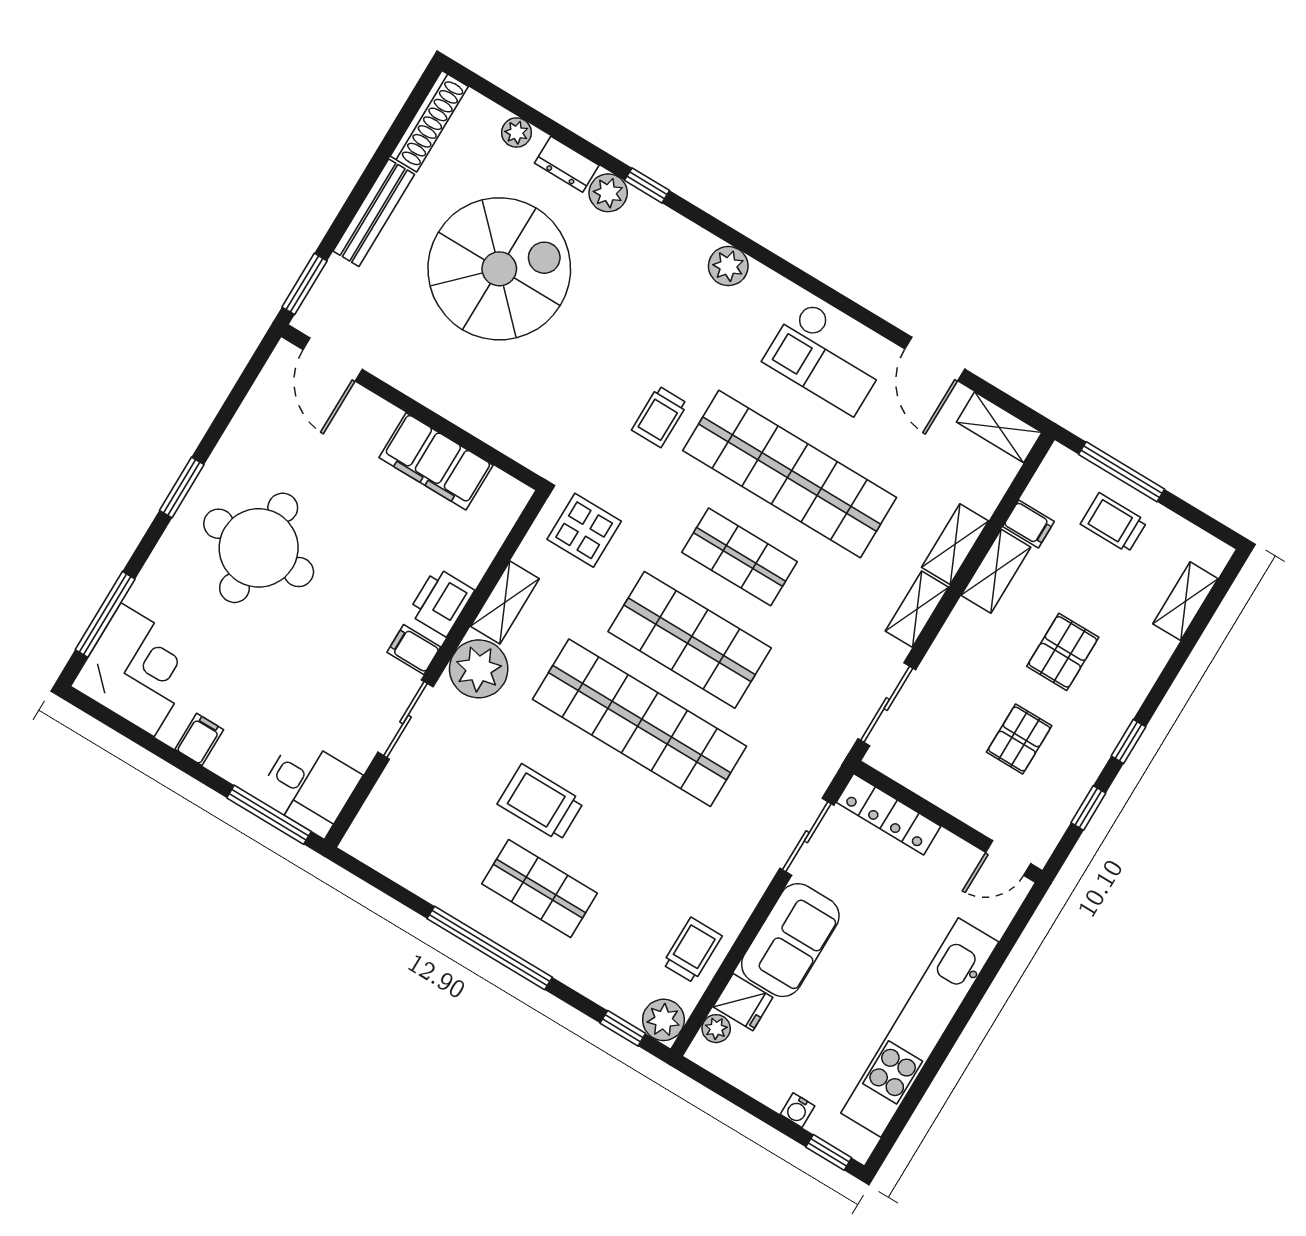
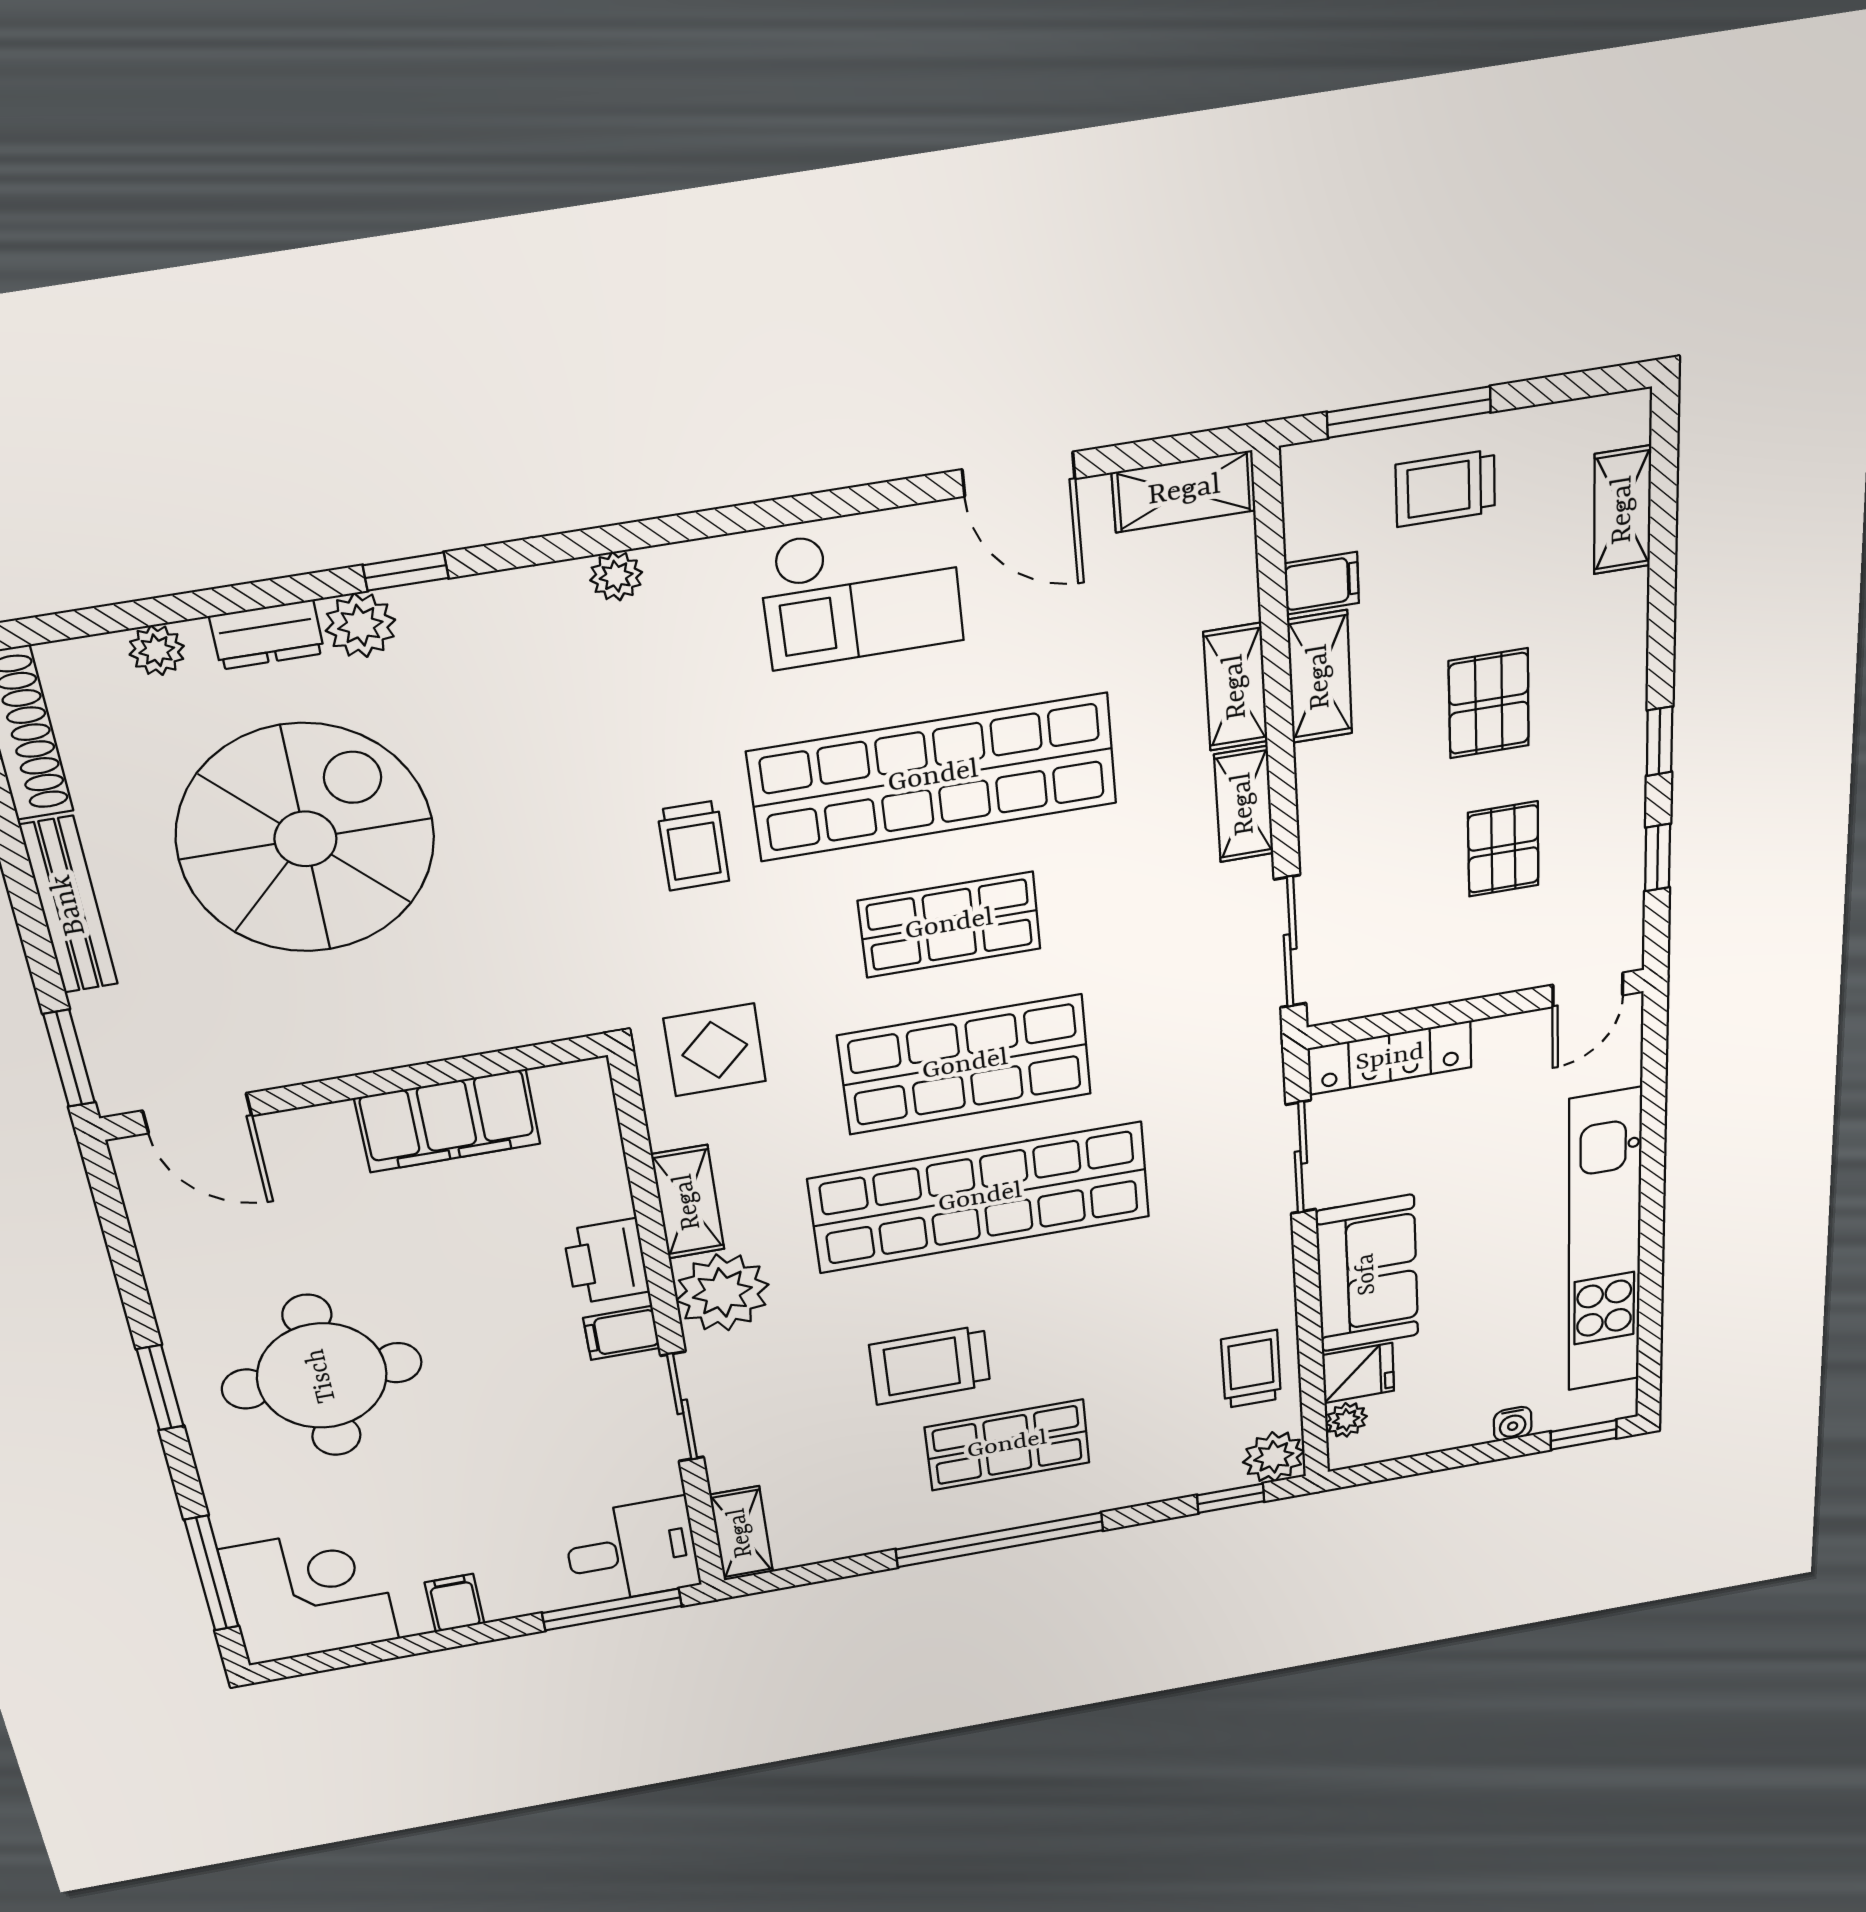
plant: (728, 266) -> (616, 576), width x0.73, depth x0.73
shelving: (370, 825) -> (741, 1533), added

